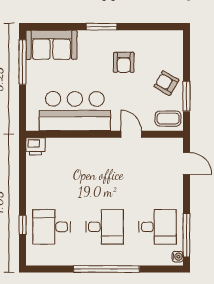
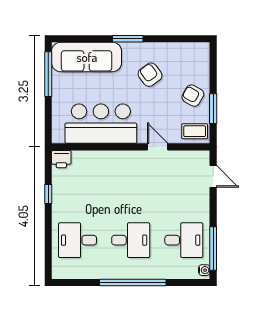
sofa: (51, 45) -> (87, 57), width x1.36
armchair: (124, 62) -> (150, 75), turned 144
window: (23, 225) -> (48, 194), moved

